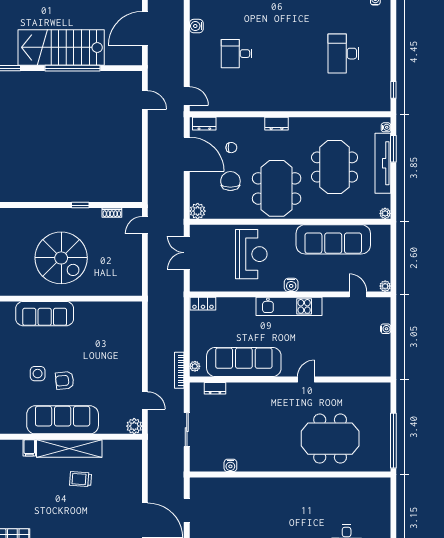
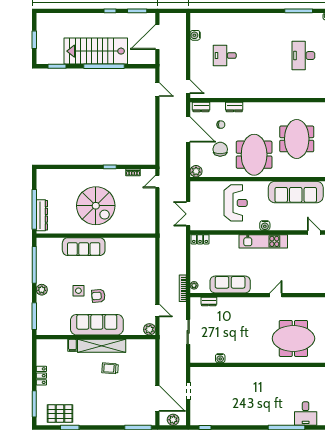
dresser: (276, 124) -> (234, 107), moved
double door: (187, 253) -> (188, 214), moved
sofa: (244, 362) -> (230, 285), width x0.74, depth x0.79

